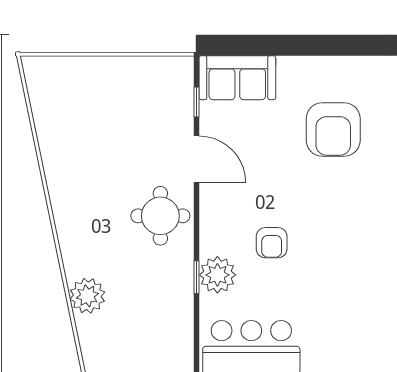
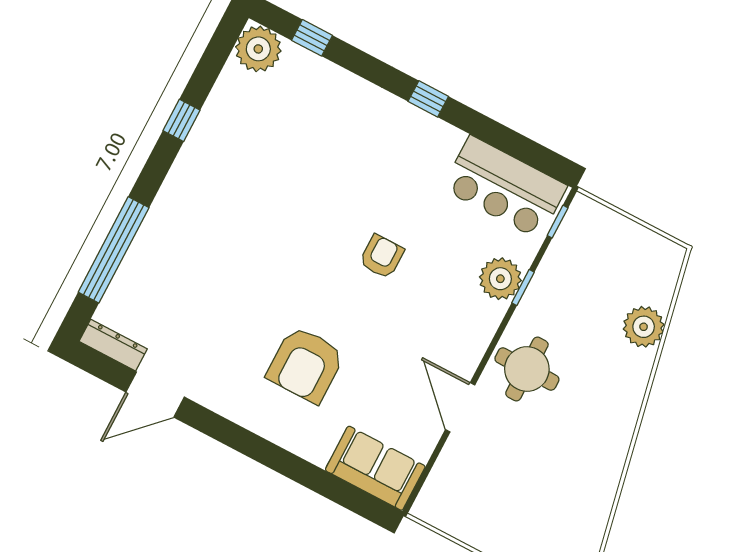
window: (196, 102) -> (558, 222), moved
armchair: (333, 129) -> (306, 365), turned 180
armchair: (272, 243) -> (382, 257), moved

